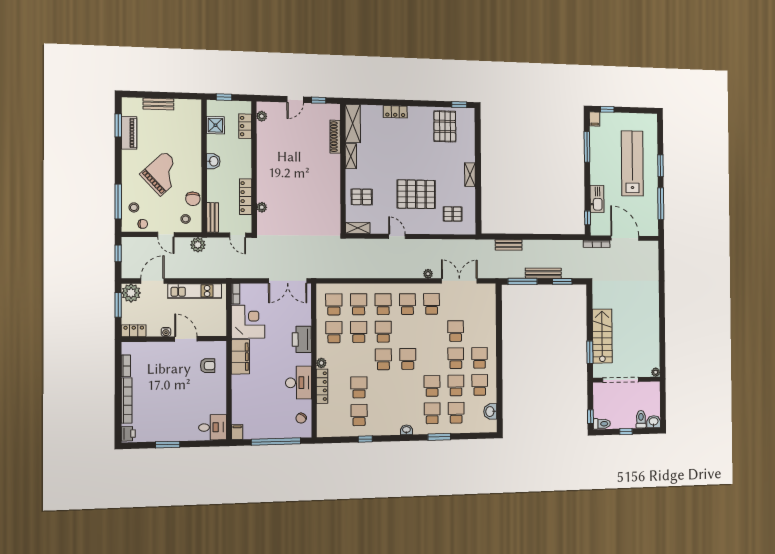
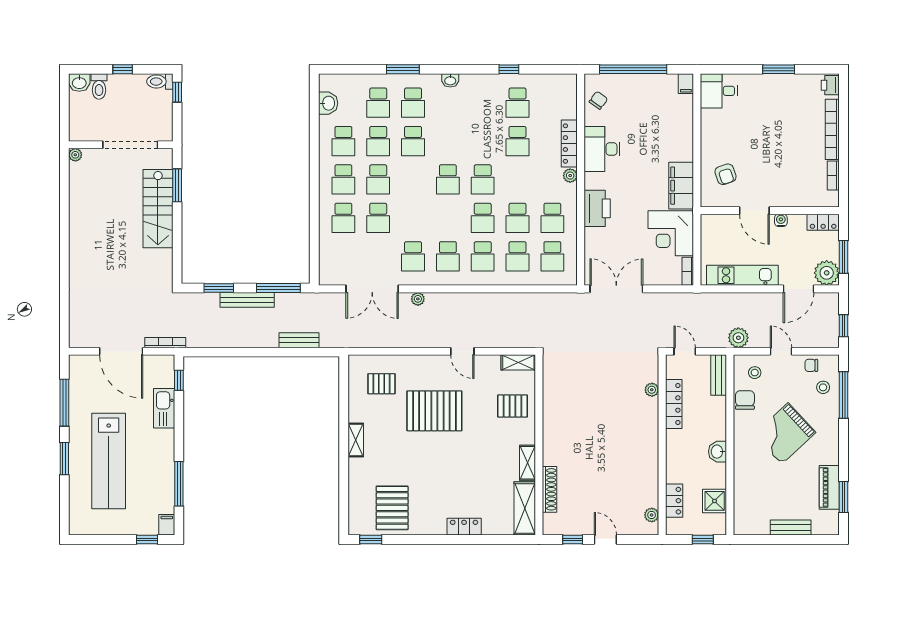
door: (295, 99) -> (605, 540), hinge flipped
school desk: (479, 331) -> (343, 218), added
armchair: (208, 366) -> (726, 174), turned -109

